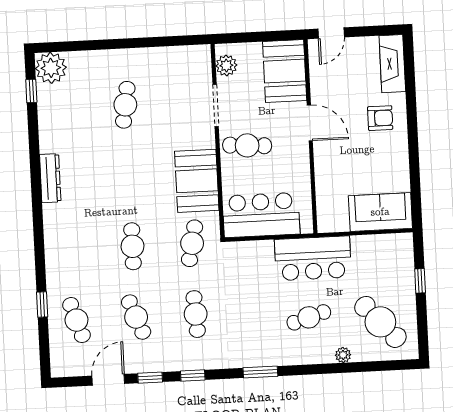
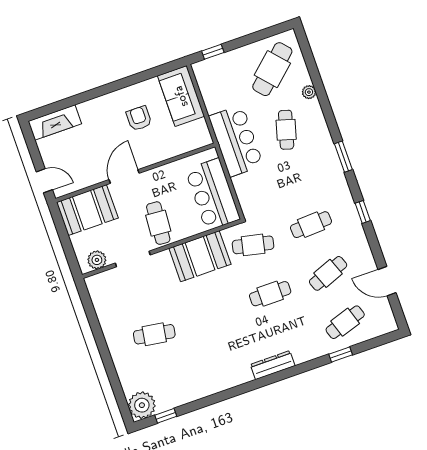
armchair: (380, 118) -> (139, 118), moved
dresser: (50, 178) -> (273, 365), moved
window: (420, 281) -> (213, 52), moved
cafe table: (309, 317) -> (286, 130), turned 33
window: (150, 378) -> (375, 247), removed

